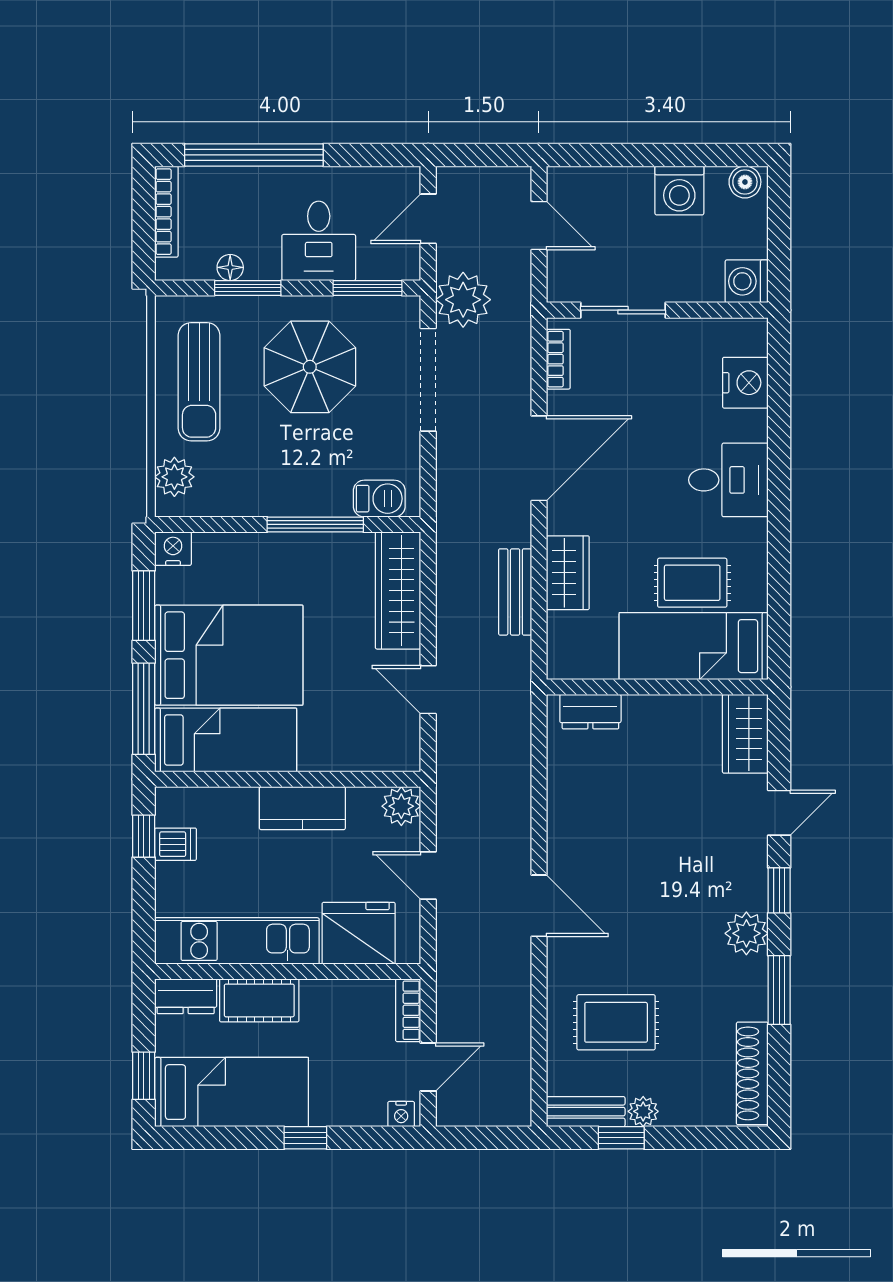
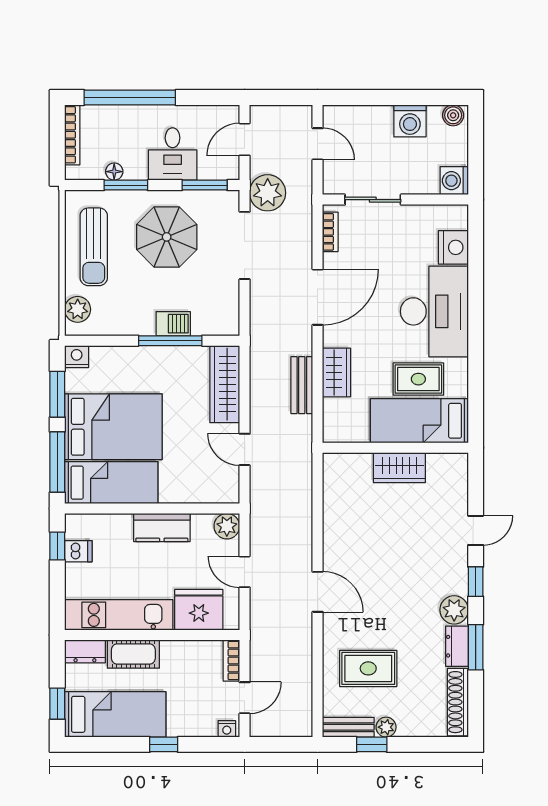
desk: (728, 480) -> (434, 311), width x1.87, depth x1.30
barbecue: (379, 499) -> (173, 324), moved
dresser: (590, 712) -> (457, 646), moved, turned 90
wardrobe: (745, 734) -> (399, 468), moved, turned -90

